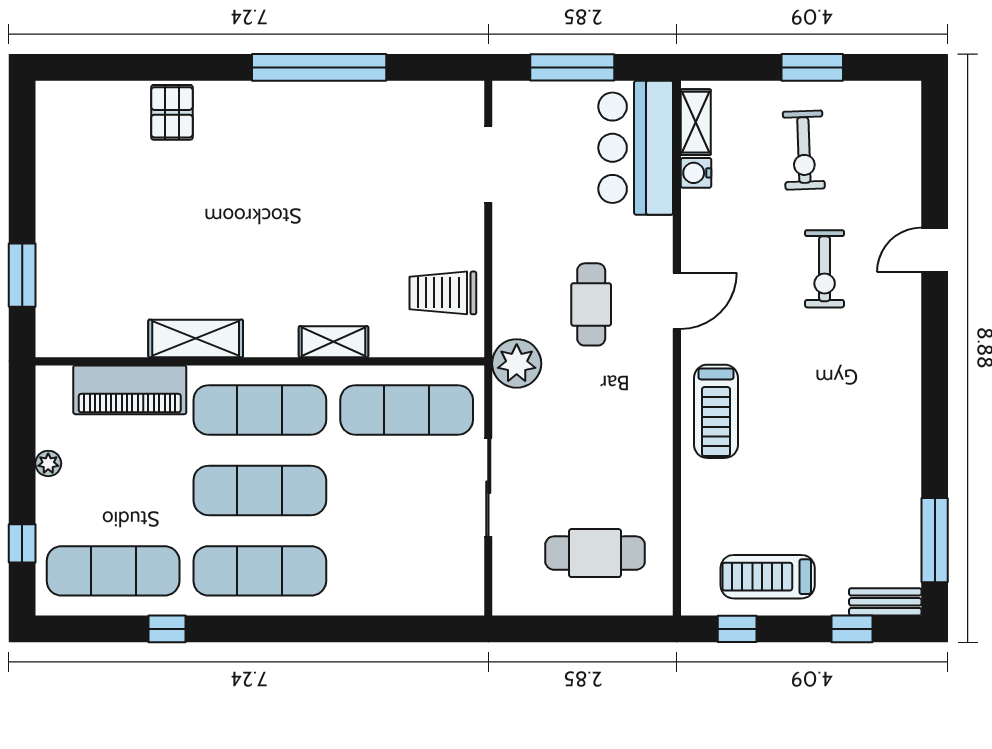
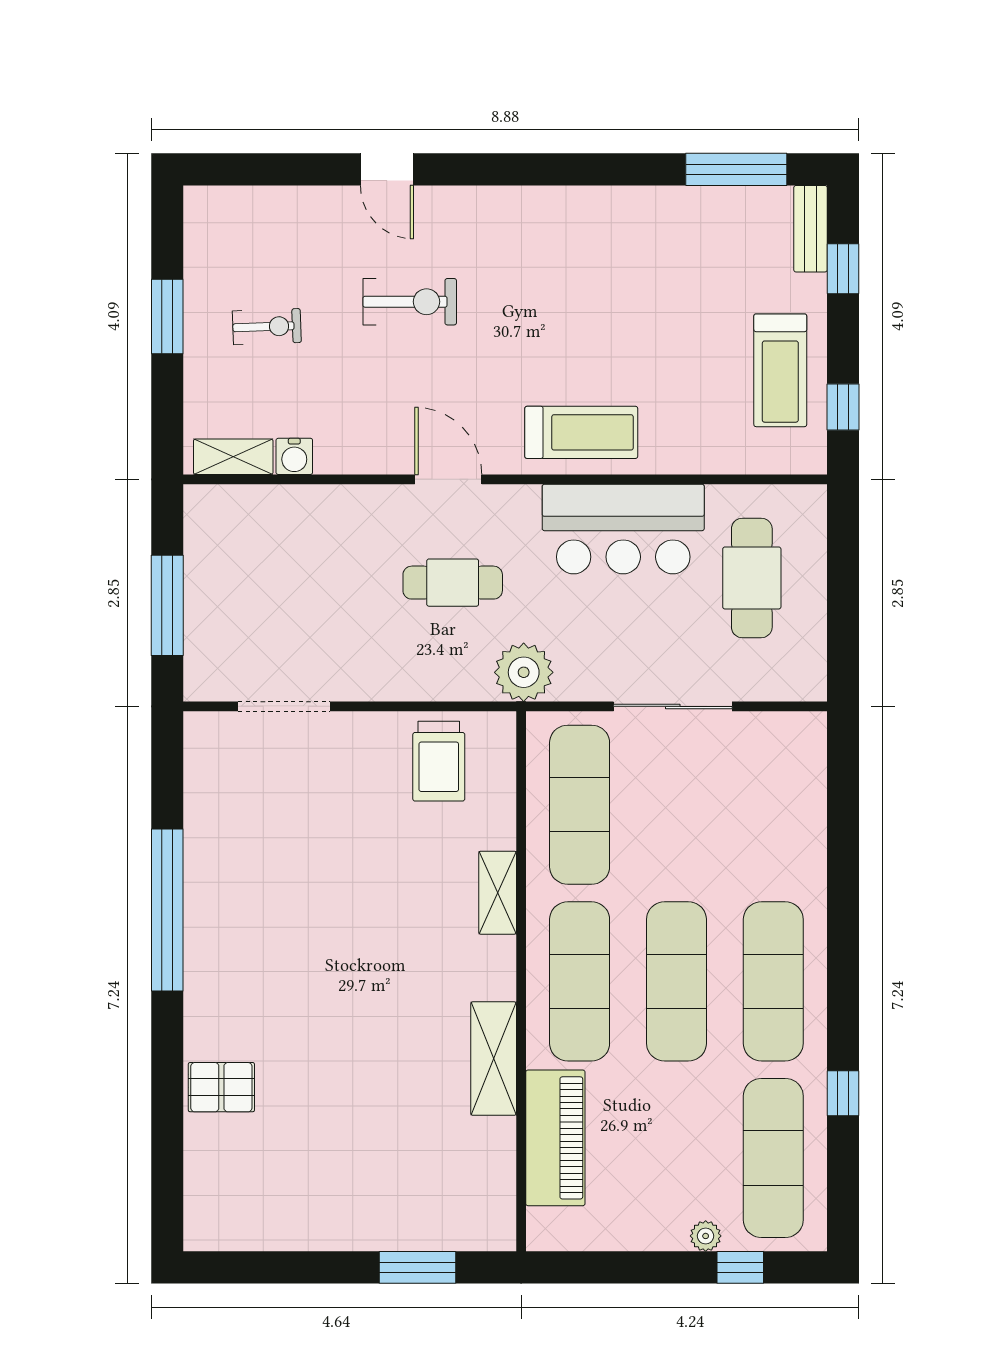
bar counter: (636, 148) -> (623, 529), moved
exercise bike: (804, 150) -> (267, 327), width x0.73, depth x0.72
plant: (48, 463) -> (706, 1236), moved

